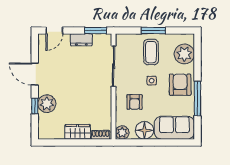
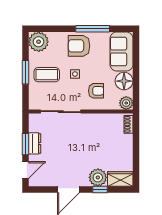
door: (54, 31) -> (26, 170), hinge flipped
window: (96, 31) -> (26, 144), moved
plant: (184, 54) -> (39, 42), moved
wardrobe: (78, 132) -> (120, 179), moved, turned 90

